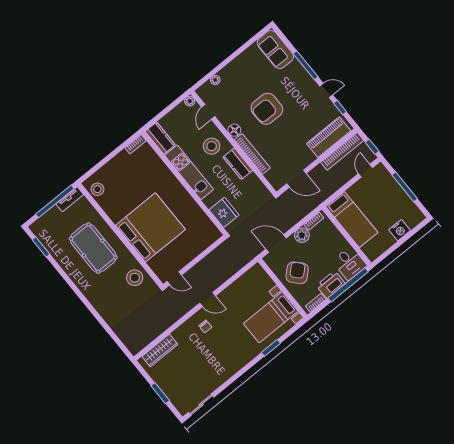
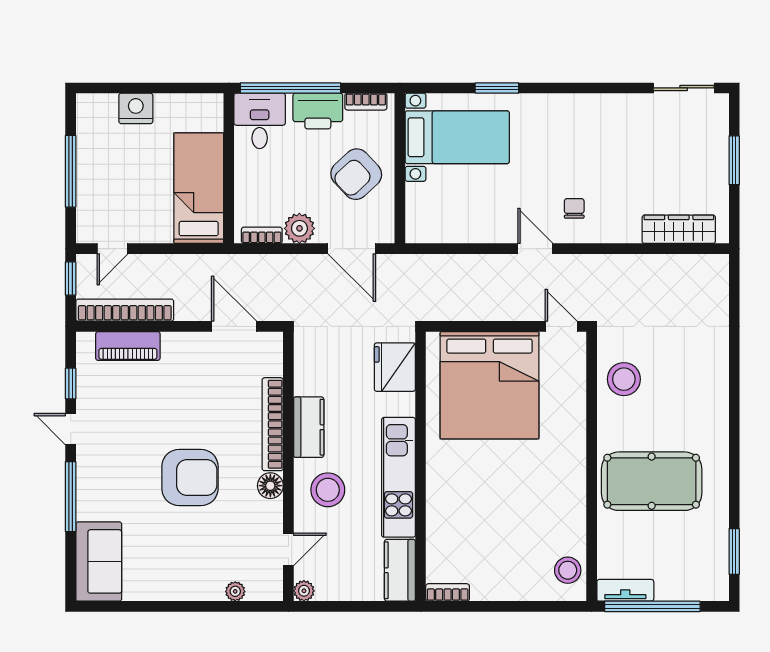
piano: (329, 137) -> (128, 346), width x0.73, depth x0.75
bed: (150, 227) -> (490, 385), moved, turned -90
pool table: (93, 248) -> (652, 481), turned 90

